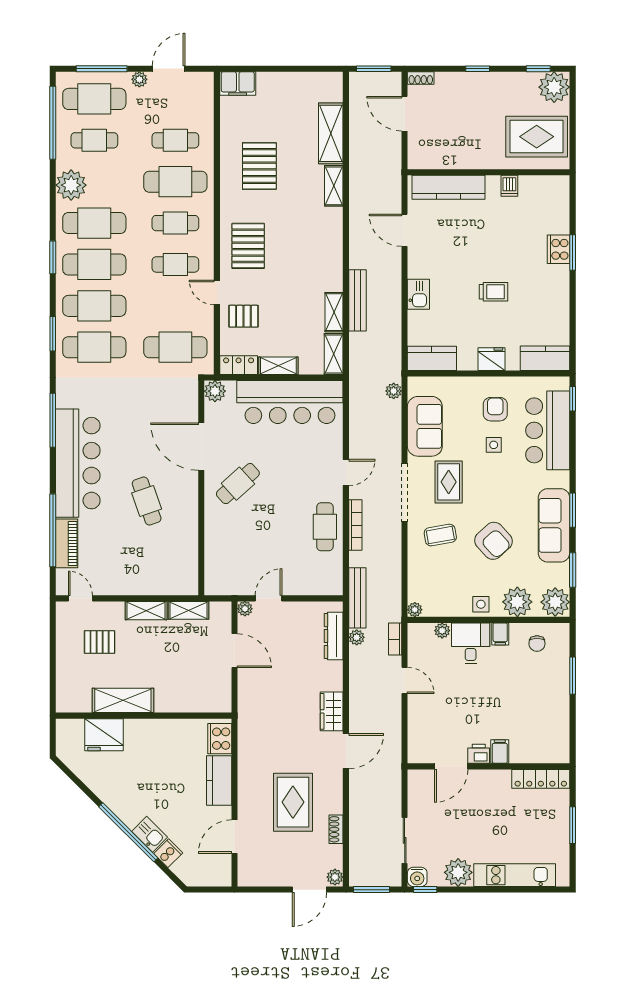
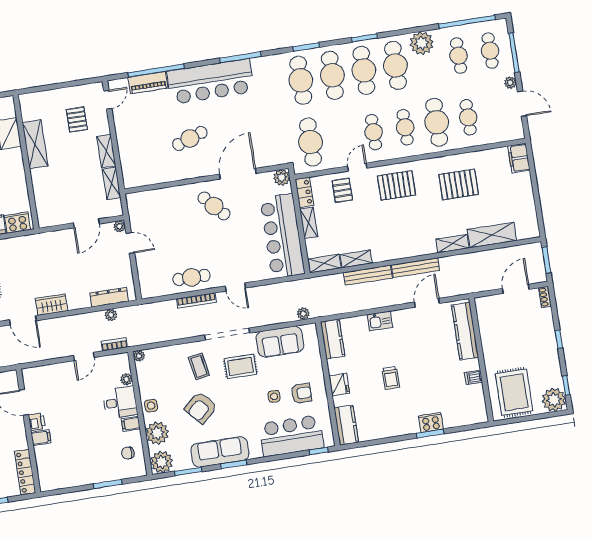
cafe table: (94, 99) -> (490, 51), width x0.73, depth x0.74
bench: (357, 598) -> (416, 268), moved

